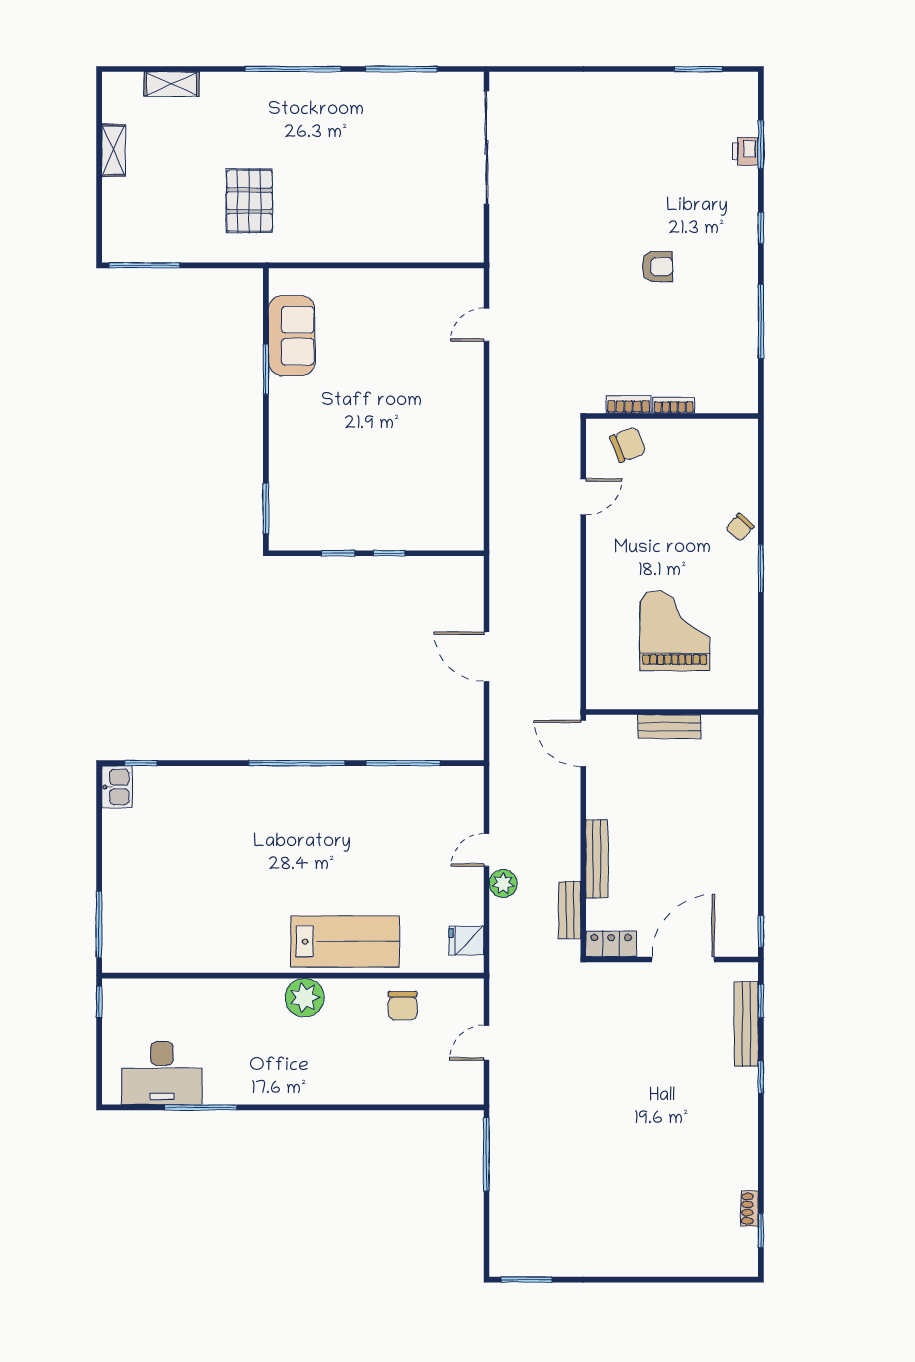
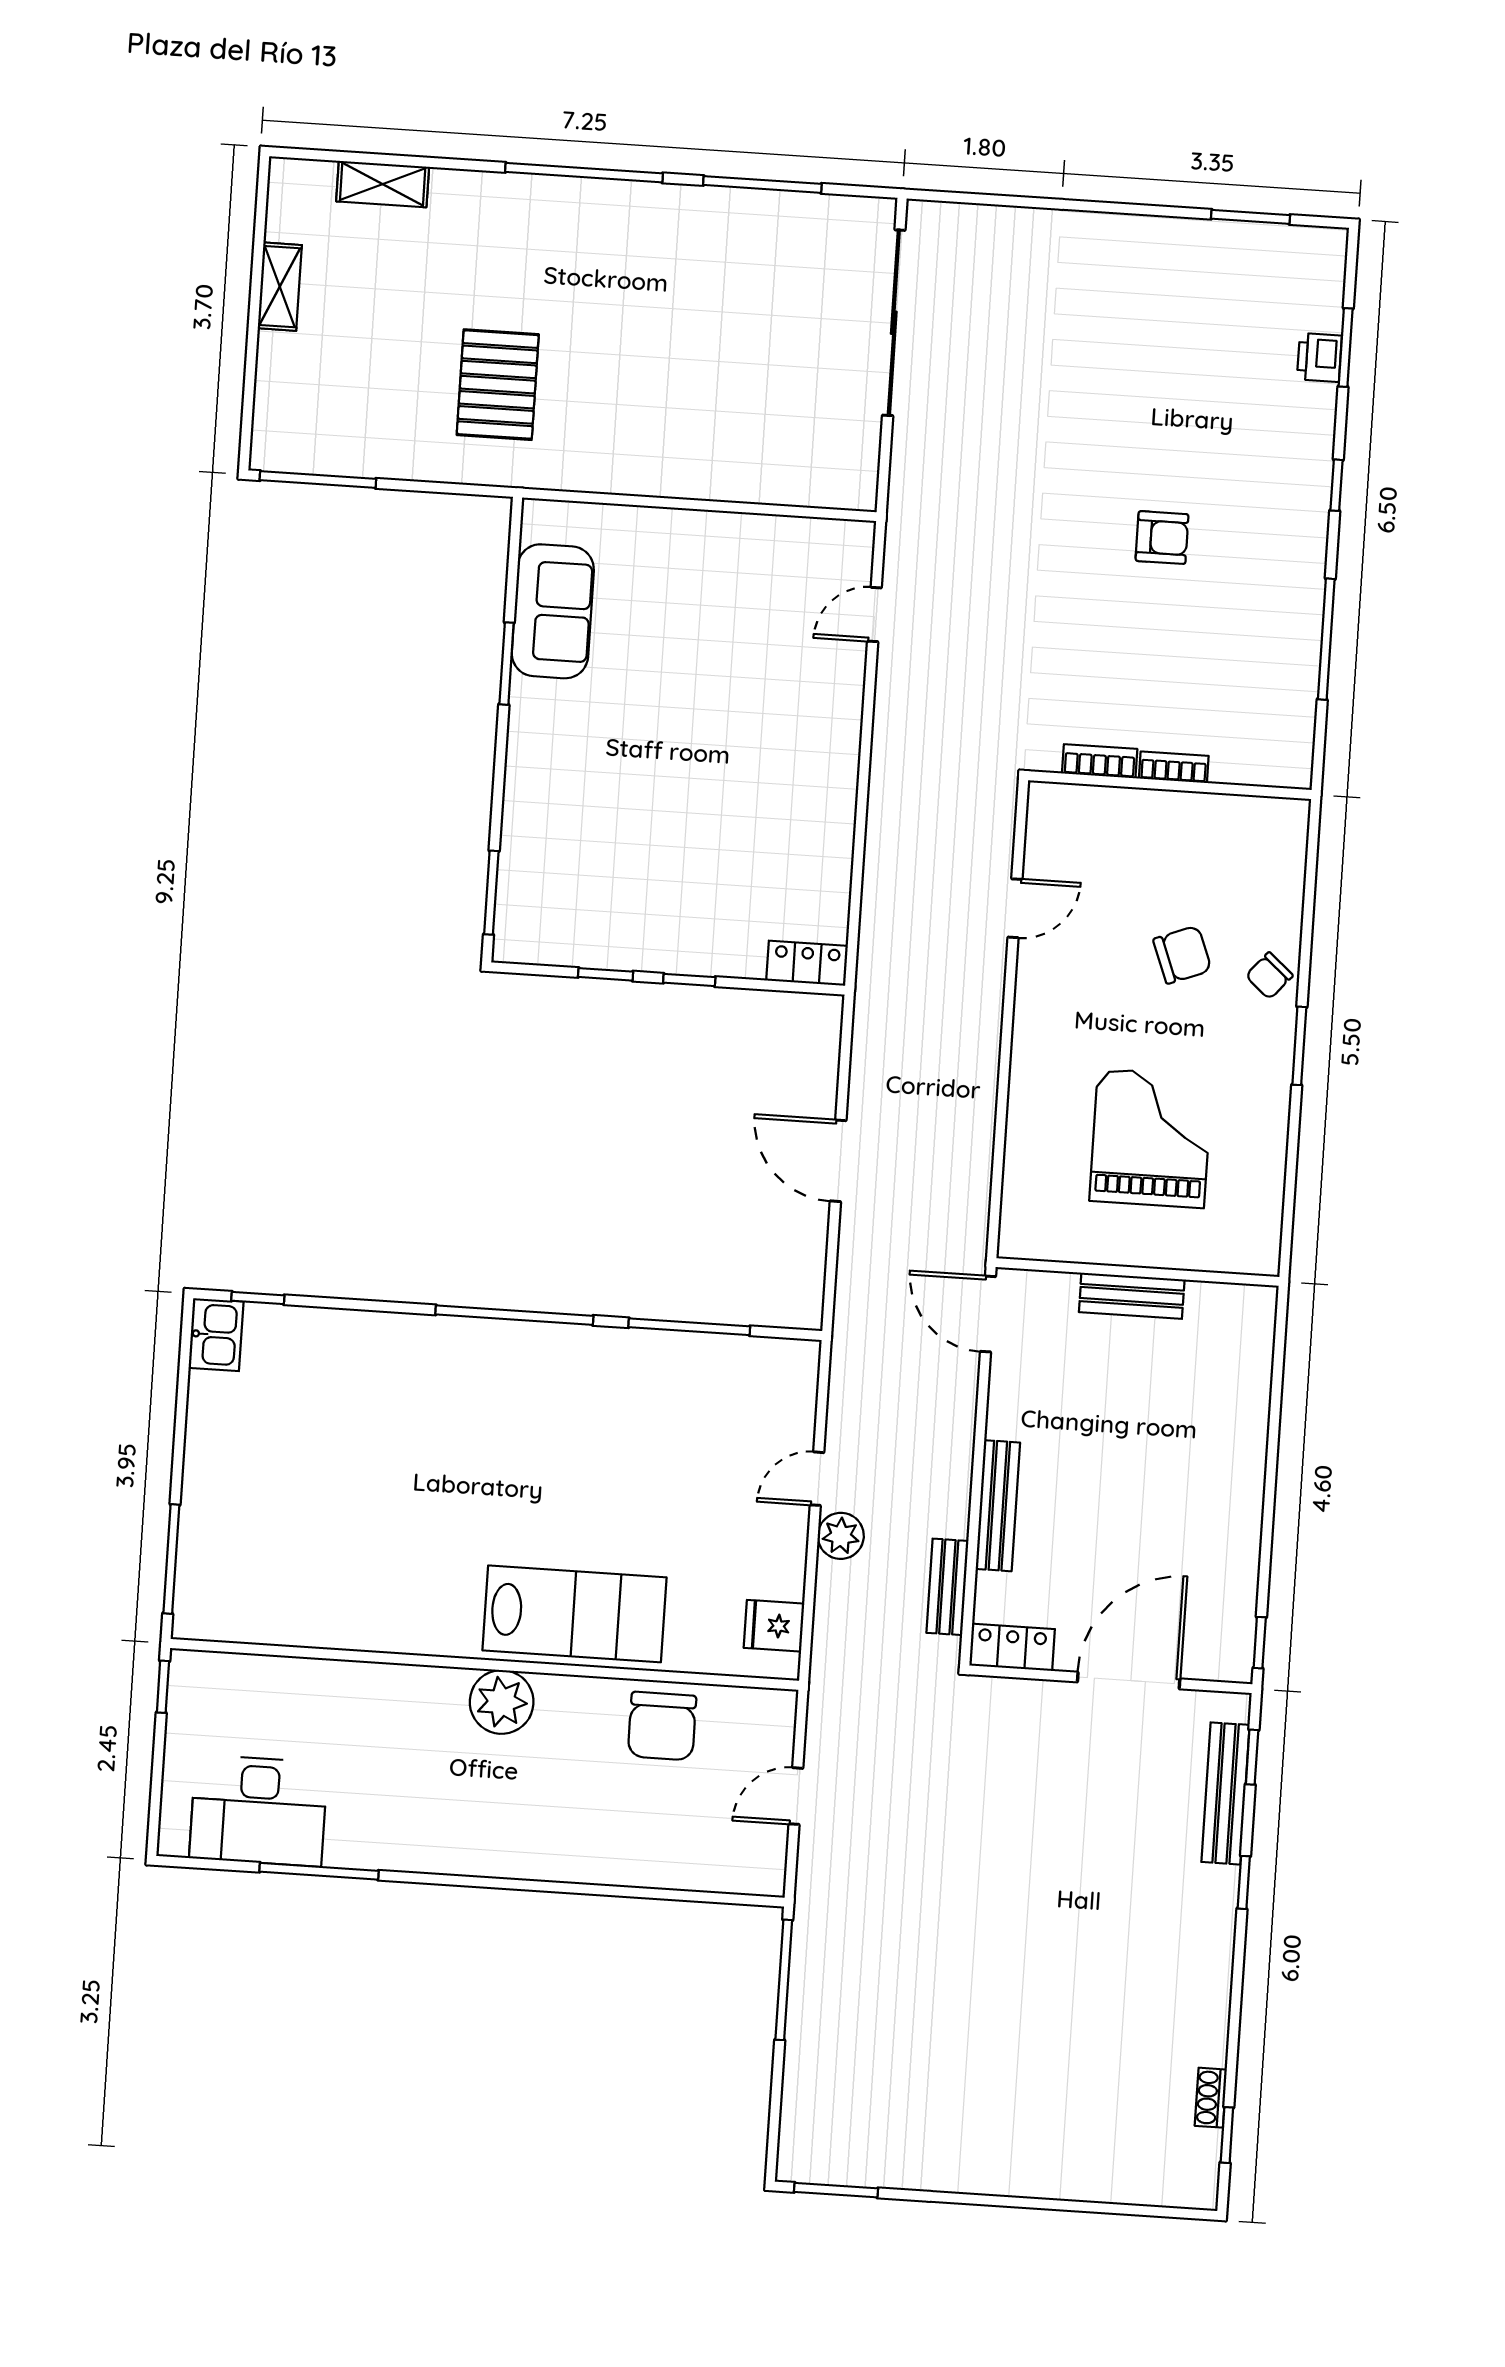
chair: (628, 445) -> (1182, 955), moved
locker: (460, 538) -> (807, 963), added
chair: (403, 1006) -> (662, 1726), width x1.37, depth x1.37

